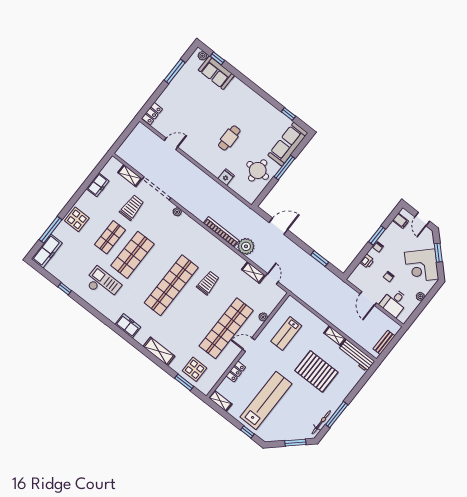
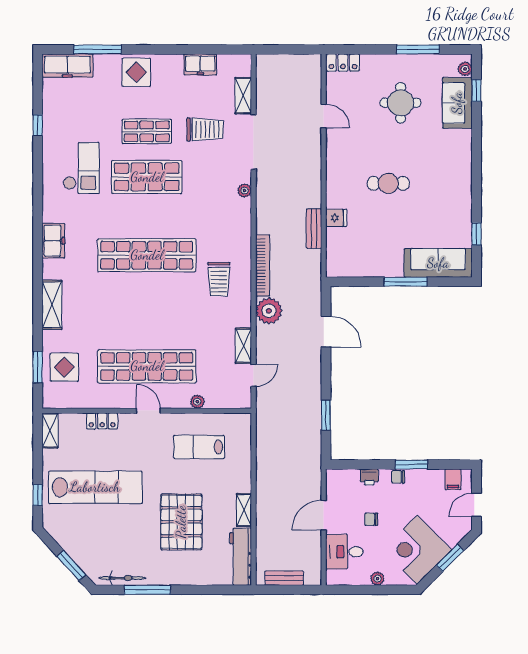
round table: (258, 170) -> (401, 103), moved
bench: (223, 192) -> (314, 229), added
trolley: (208, 283) -> (219, 279), moved, turned 90

